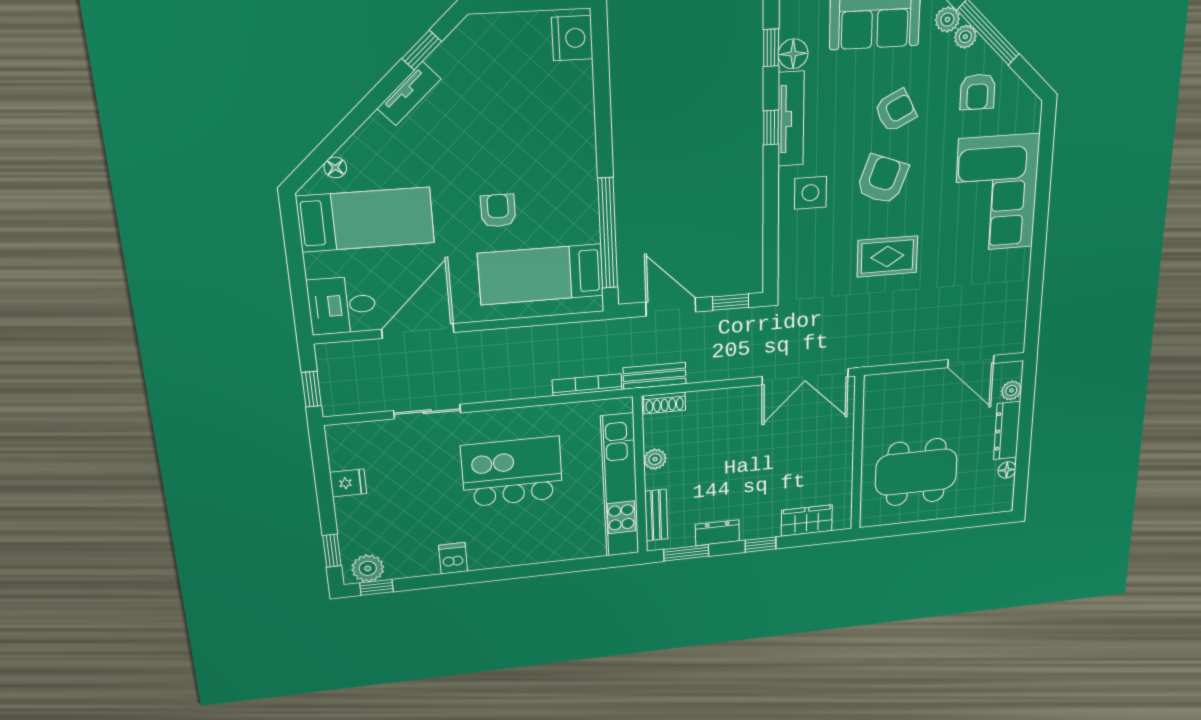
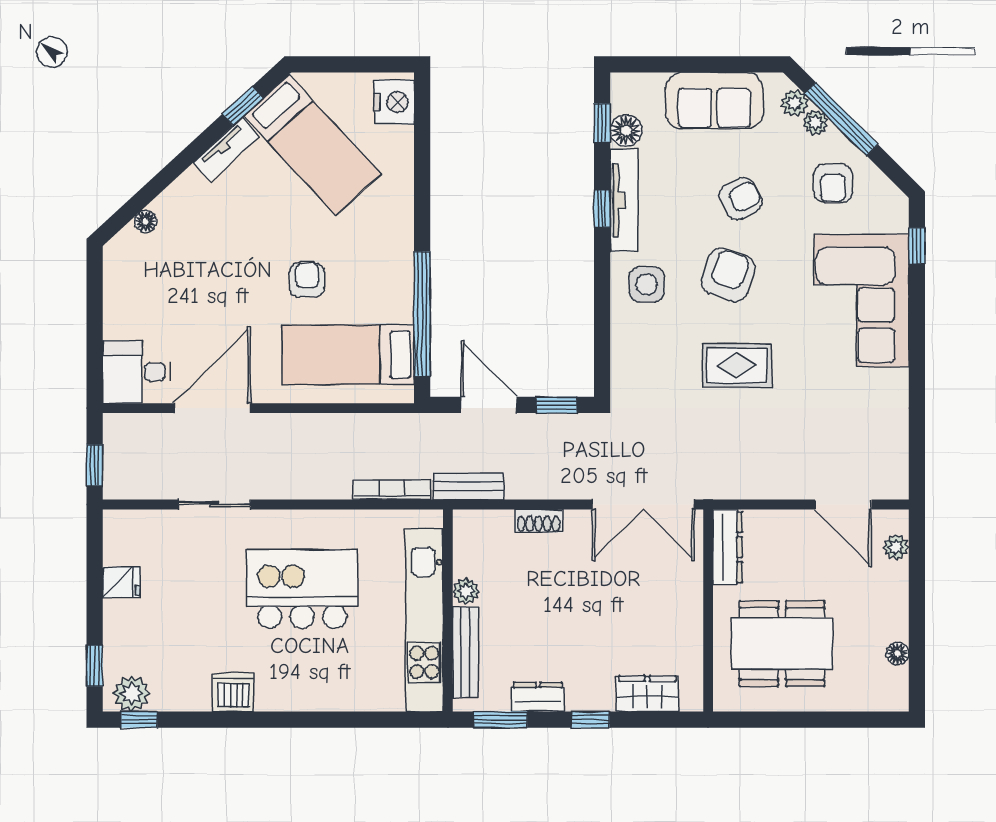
window: (1046, 143) -> (917, 246), added
bed: (366, 220) -> (312, 145), moved, turned 47
shoe rack: (665, 403) -> (538, 521), moved
dresser: (1007, 431) -> (728, 547), moved, turned 180
bench: (656, 515) -> (465, 652), width x1.36
dishwasher: (453, 558) -> (234, 692), width x1.38

